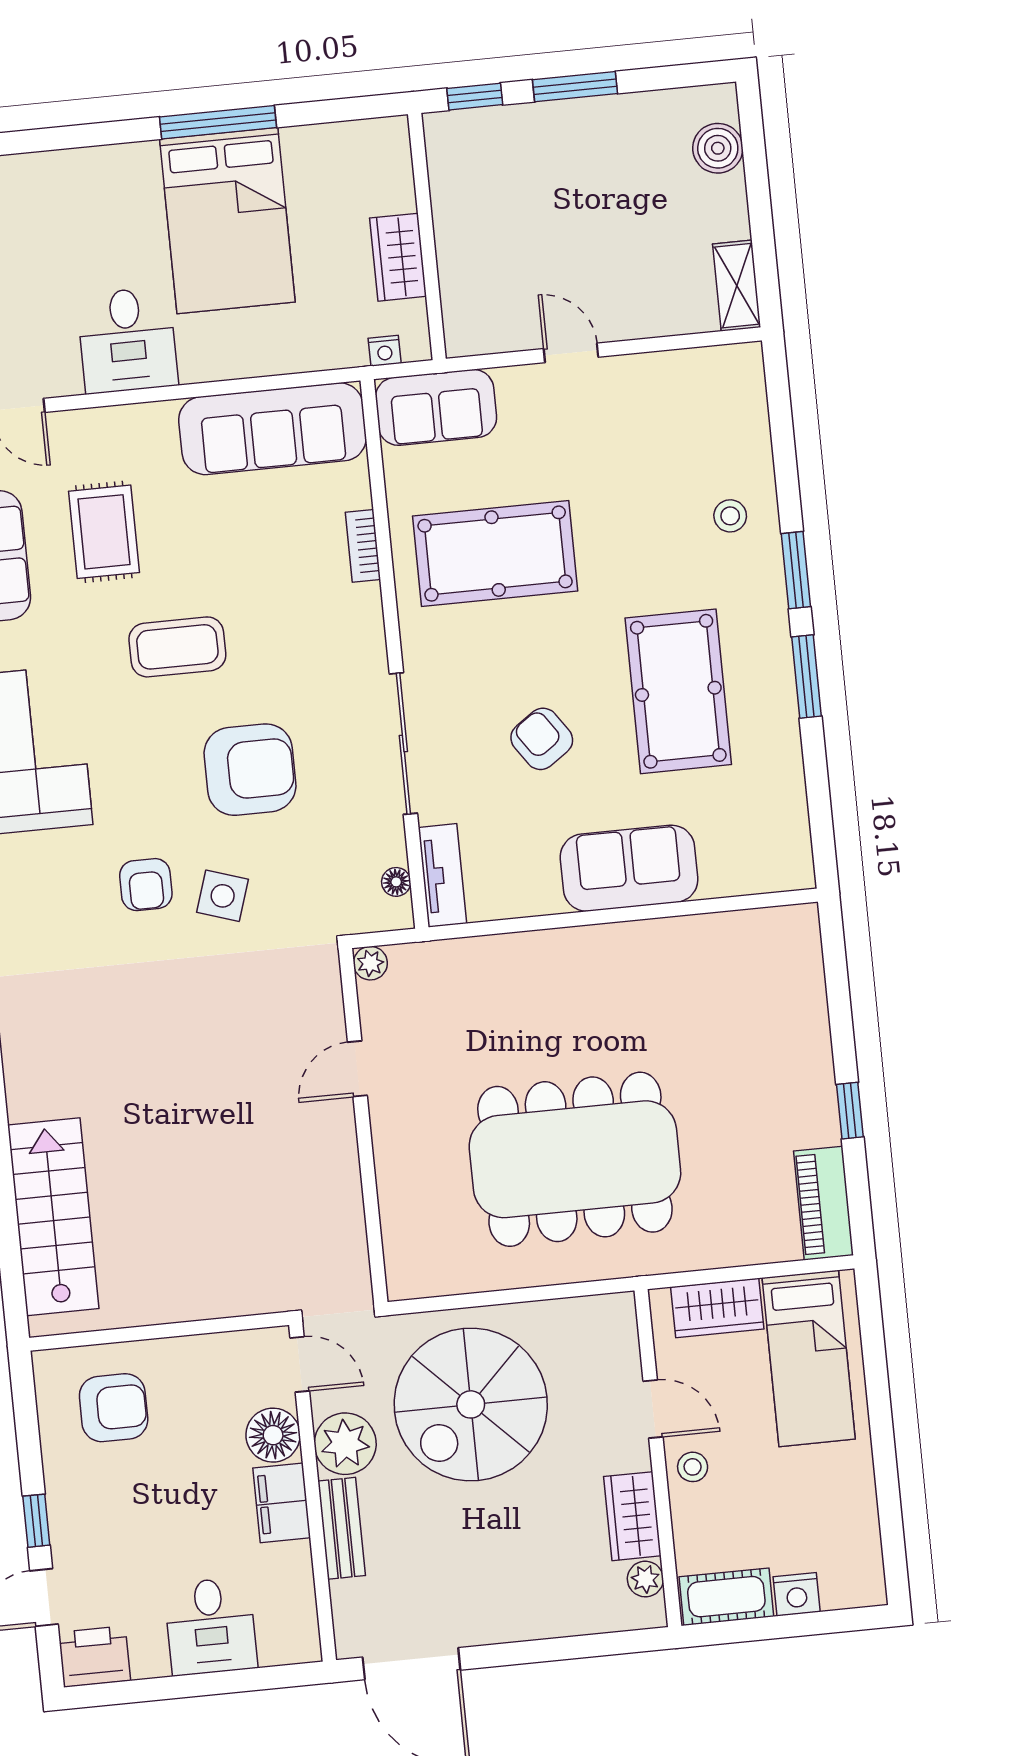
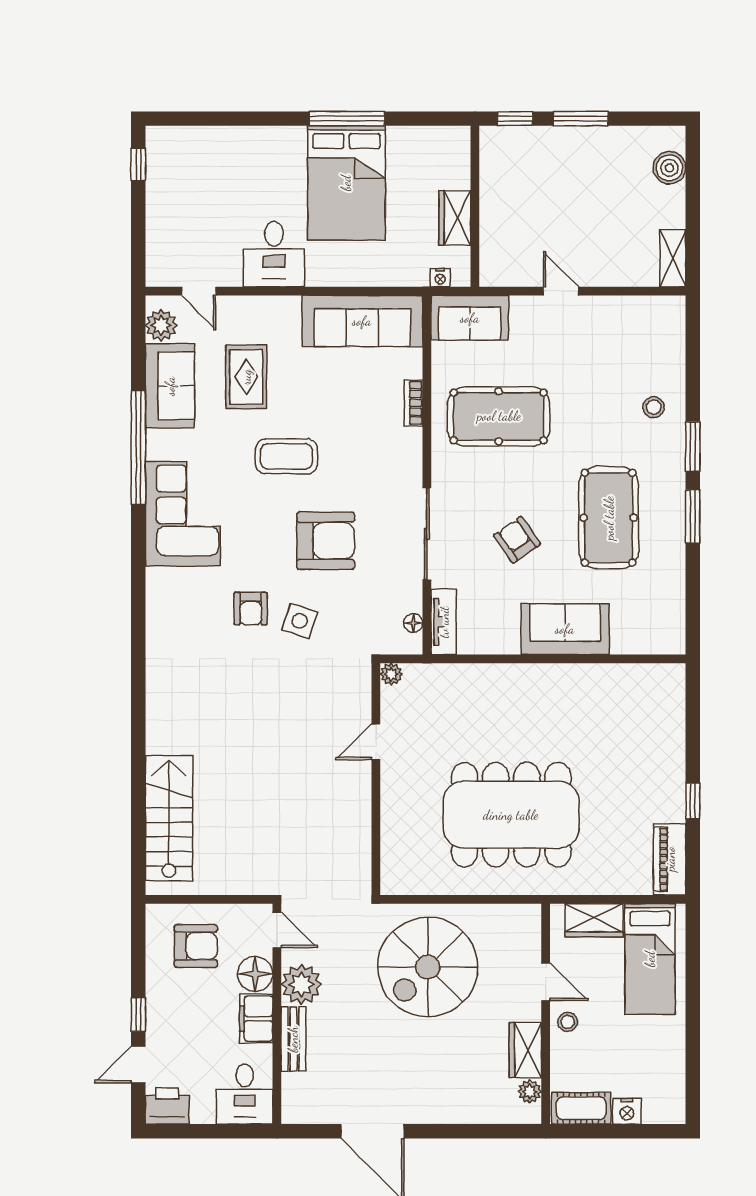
door: (300, 1364) -> (277, 930), moved
floor lamp: (273, 1435) -> (255, 974), moved
plant: (345, 1444) -> (301, 984), moved
wall: (313, 1493) -> (277, 1014), moved
filing cabinet: (282, 1503) -> (256, 1019), moved
bench: (342, 1528) -> (293, 1039), moved

